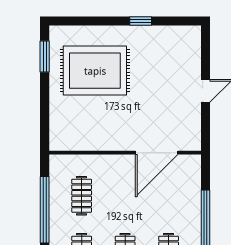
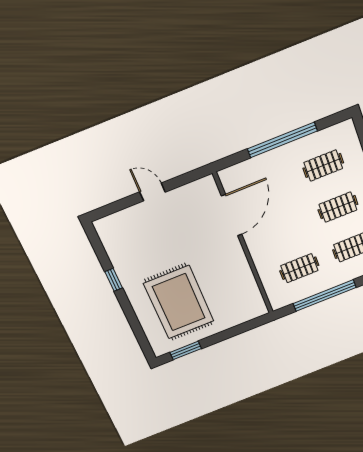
door: (157, 153) -> (232, 215), hinge flipped

